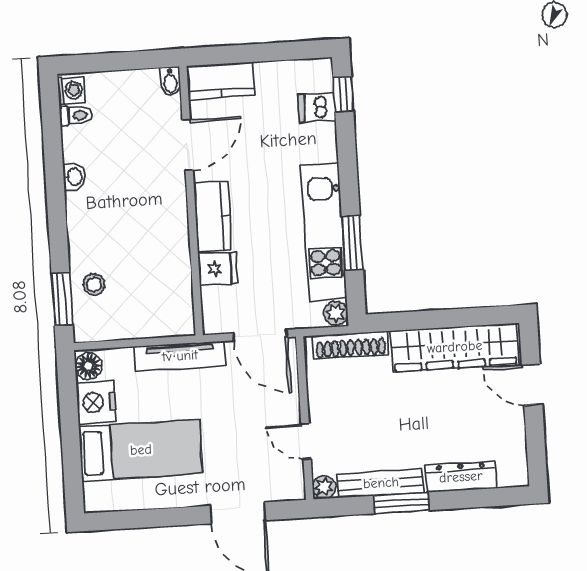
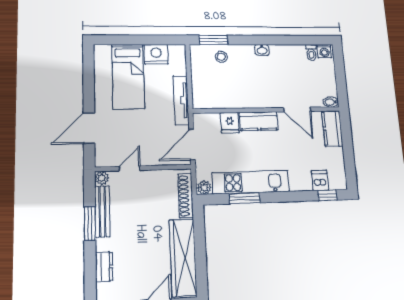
washbasin: (74, 177) -> (262, 50), moved
floor lamp: (88, 366) -> (177, 51), removed
dresser: (461, 477) -> (104, 267), width x0.70

